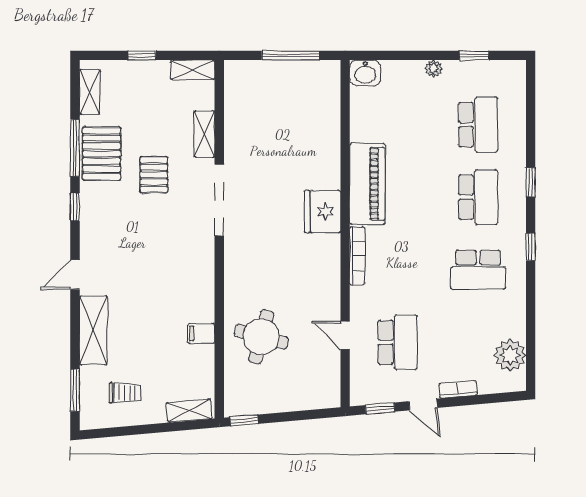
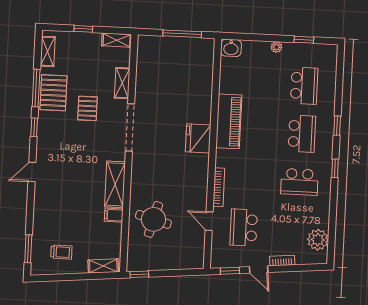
bookcase: (357, 256) -> (219, 187), moved
shelving: (93, 330) -> (115, 184), moved
school desk: (398, 342) -> (244, 227), turned 180

